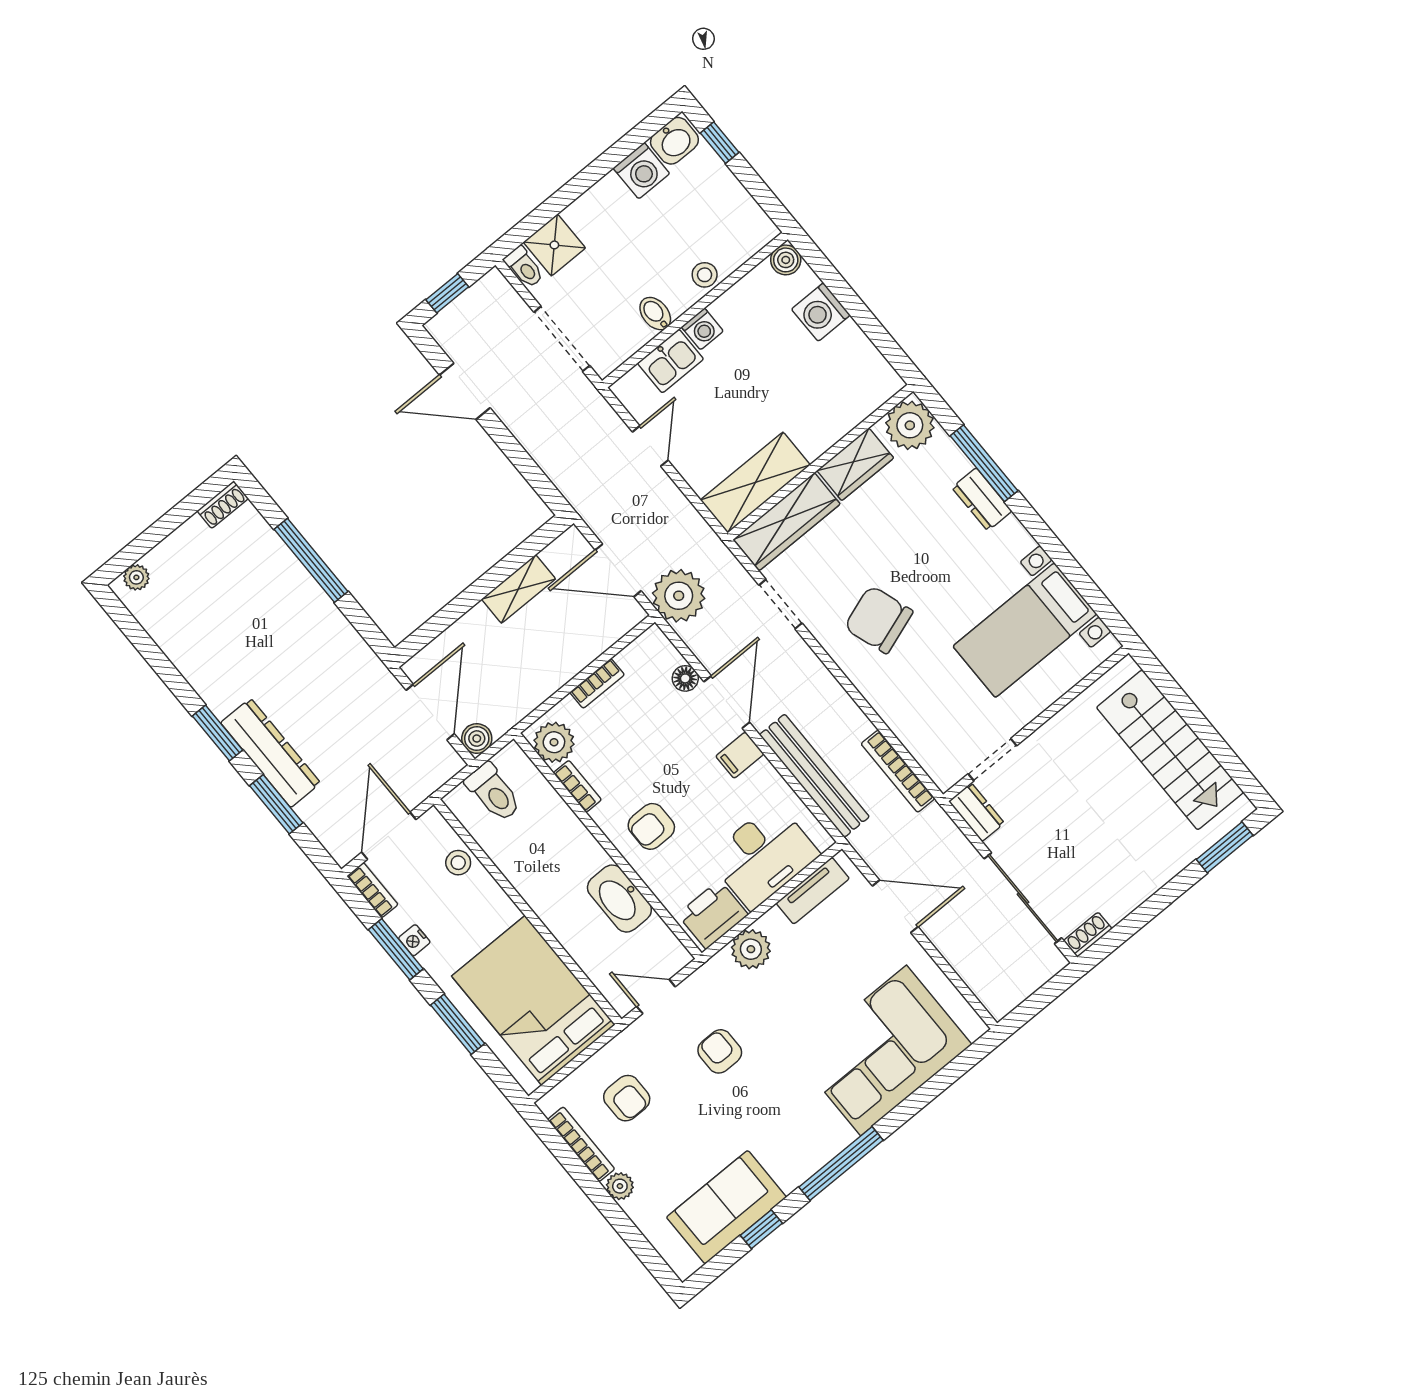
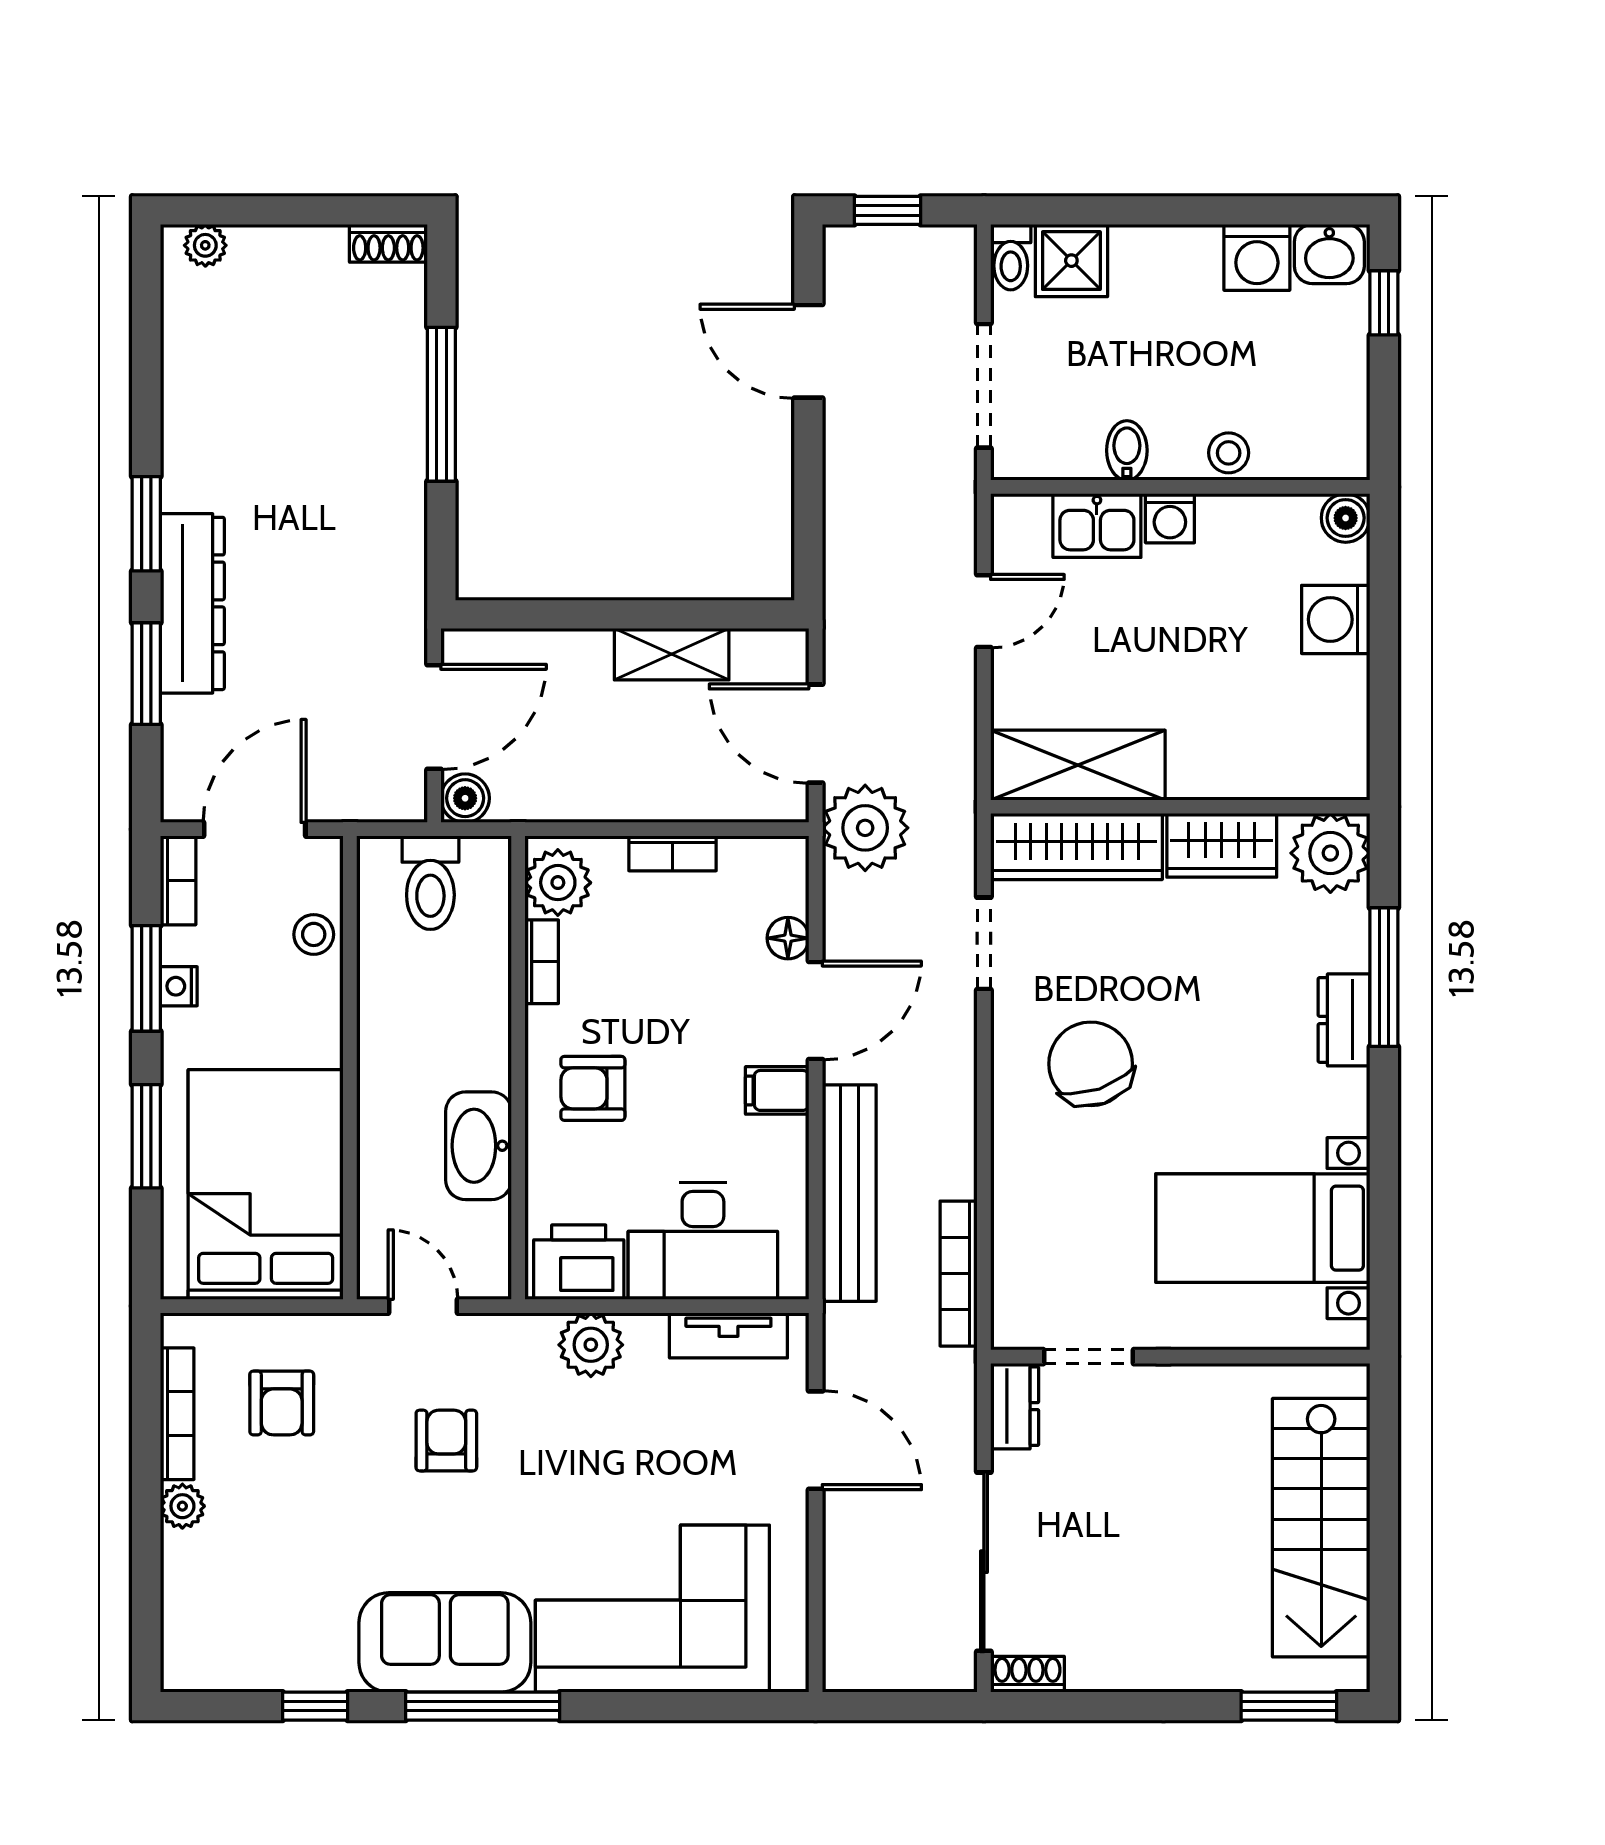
sofa: (726, 1207) -> (445, 1642), moved

